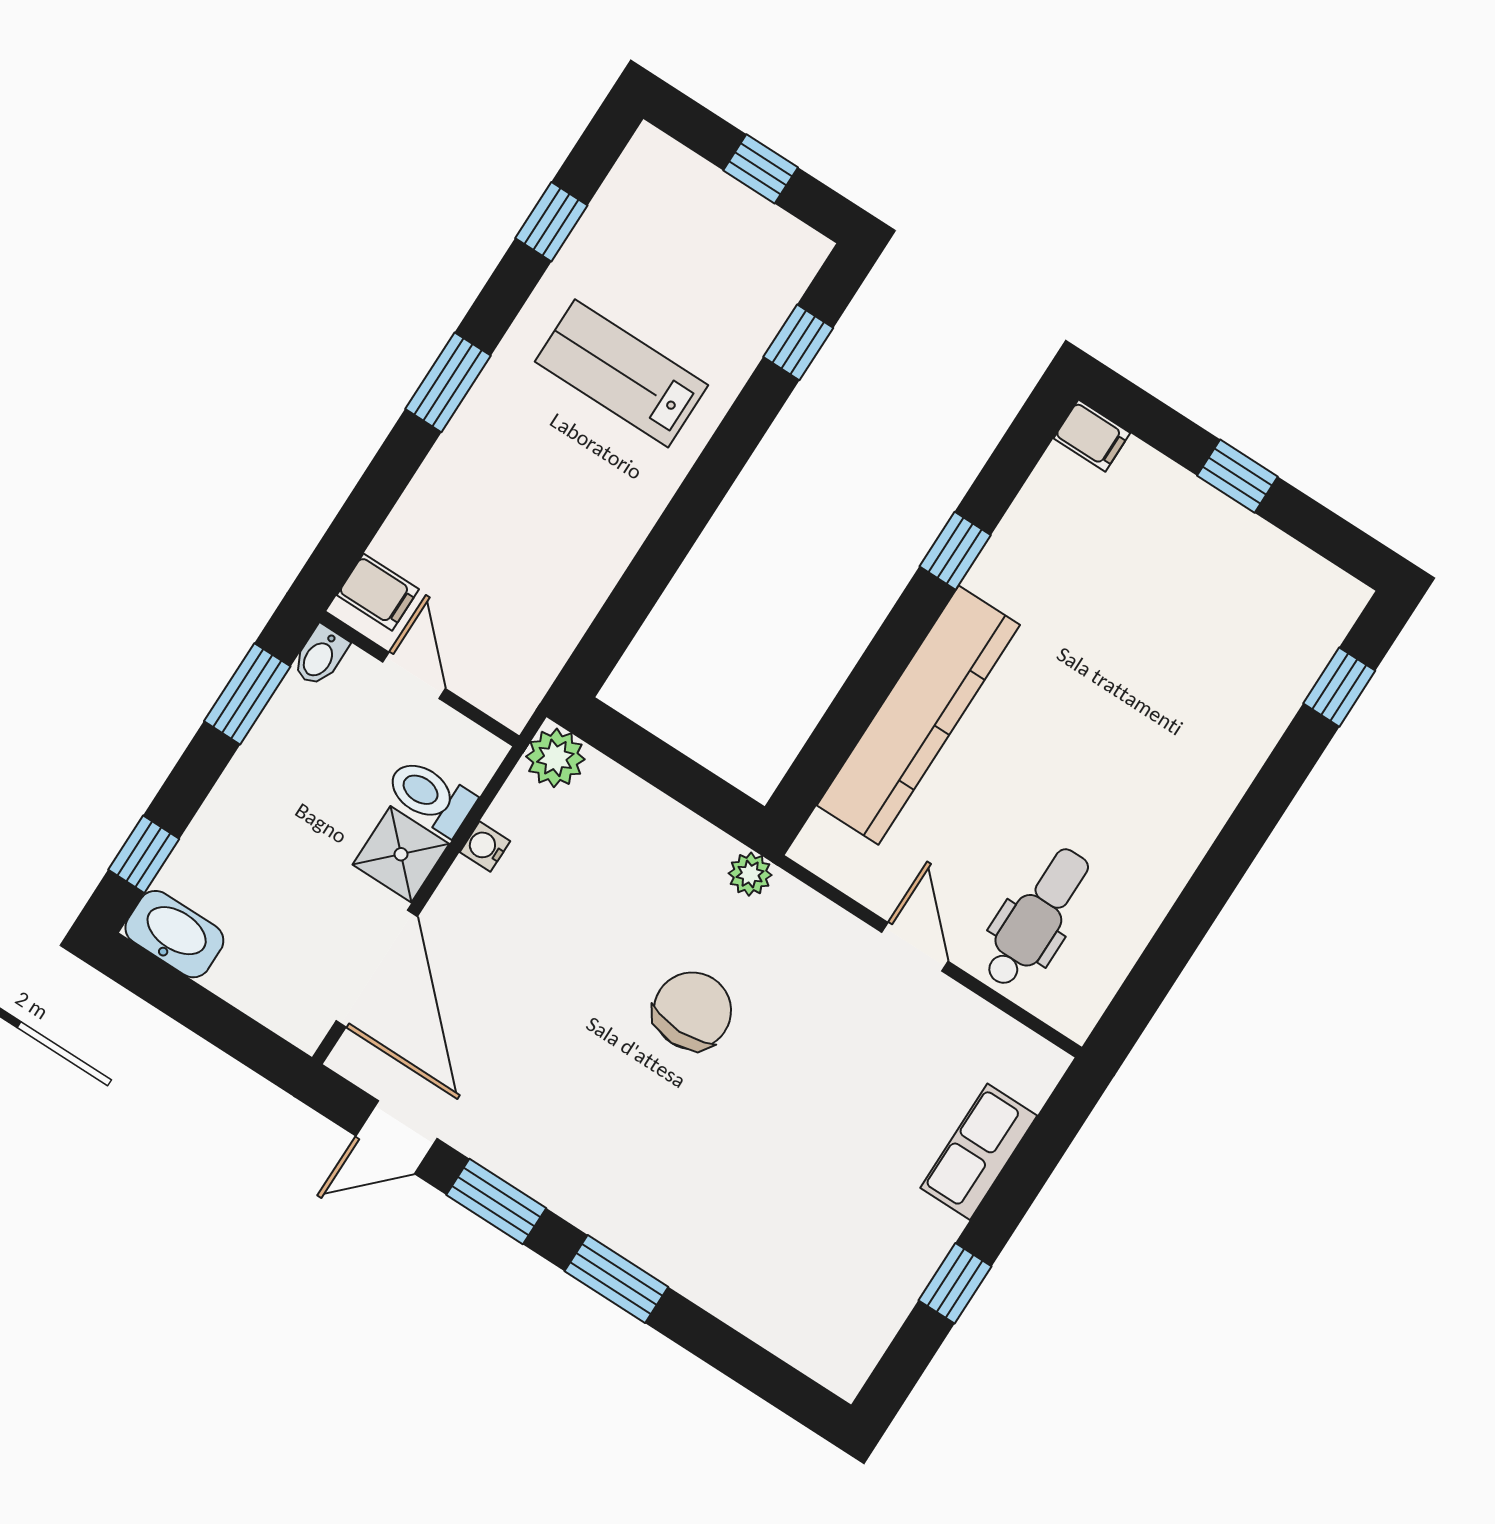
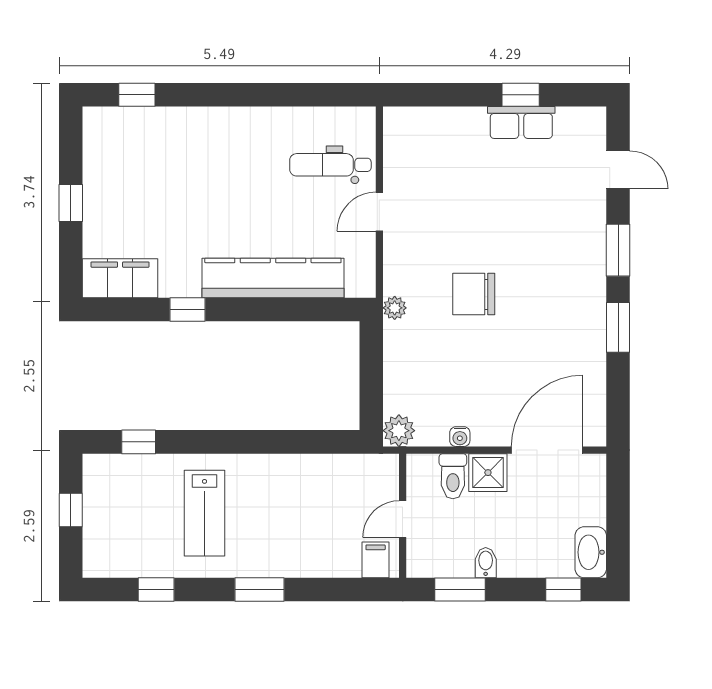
filing cabinet: (1092, 436) -> (120, 278), width x3.00, depth x1.17
bidet: (320, 656) -> (486, 563), moved, turned -90
door: (397, 1137) -> (618, 170), moved
row of seats: (979, 1152) -> (521, 122), moved

